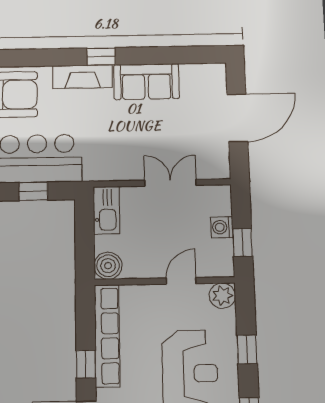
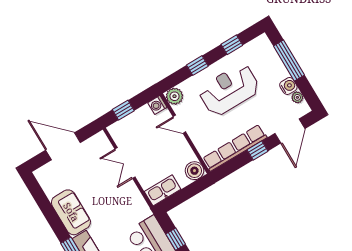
washing machine: (222, 227) -> (157, 105), moved, turned 90
window: (243, 243) -> (123, 110), moved

